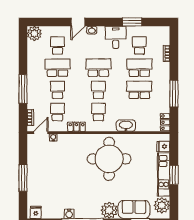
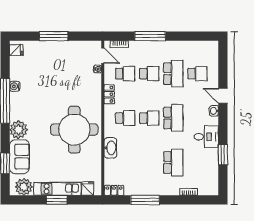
plant: (34, 33) -> (210, 49), removed
school desk: (139, 45) -> (197, 162), removed
school desk: (139, 90) -> (149, 162), removed

